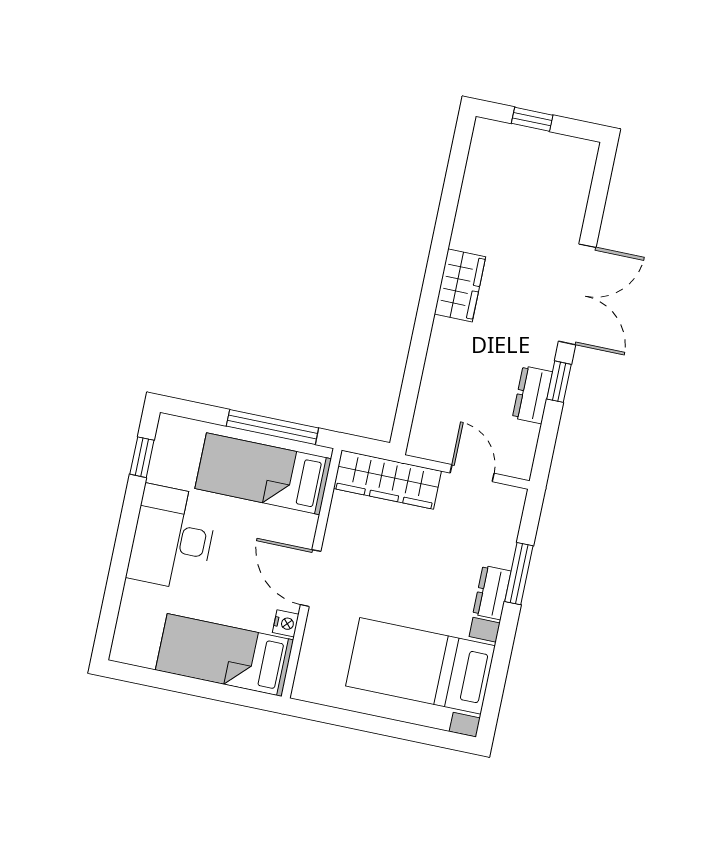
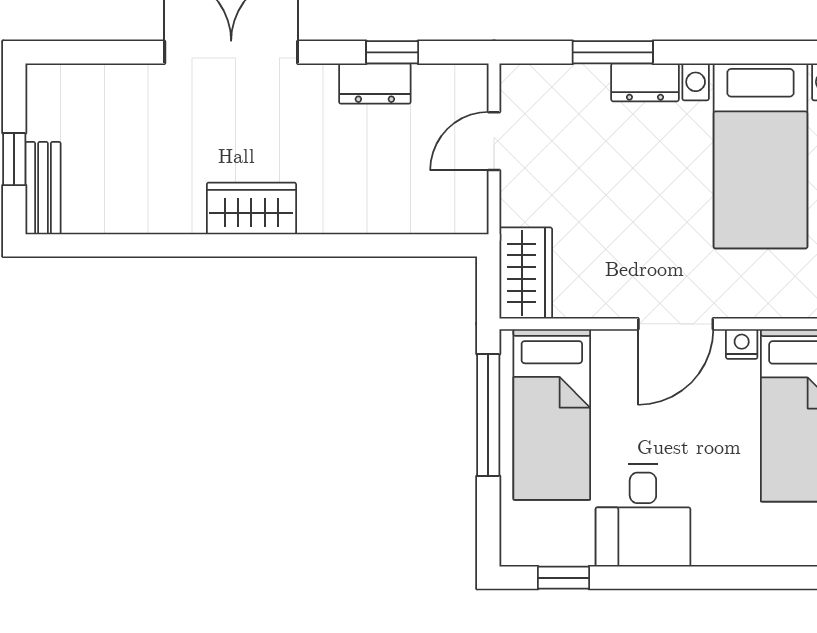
bench: (507, 136) -> (43, 188), added
window: (559, 382) -> (392, 52), moved
wardrobe: (387, 480) -> (526, 273), width x0.67
desk: (173, 538) -> (643, 515), width x0.73

